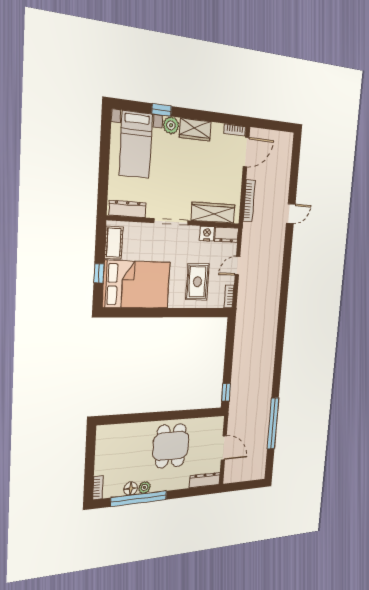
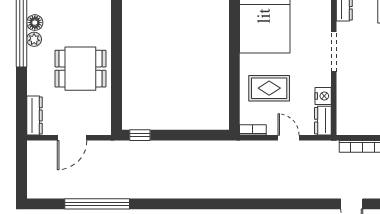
wardrobe: (213, 213) -> (347, 102), removed

